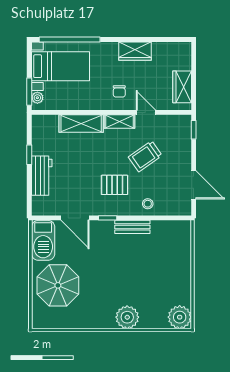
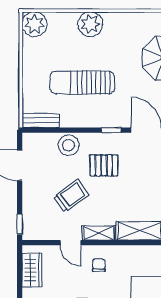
stool: (148, 204) -> (69, 145), width x1.89, depth x1.89
bench: (132, 227) -> (41, 121), moved
sun lounger: (135, 263) -> (82, 83), added

